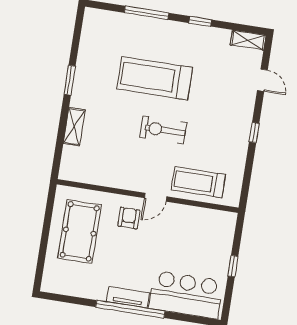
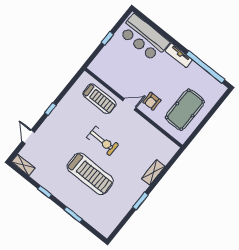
window: (147, 13) -> (73, 215), width x0.69
window: (130, 309) -> (205, 67), moved

